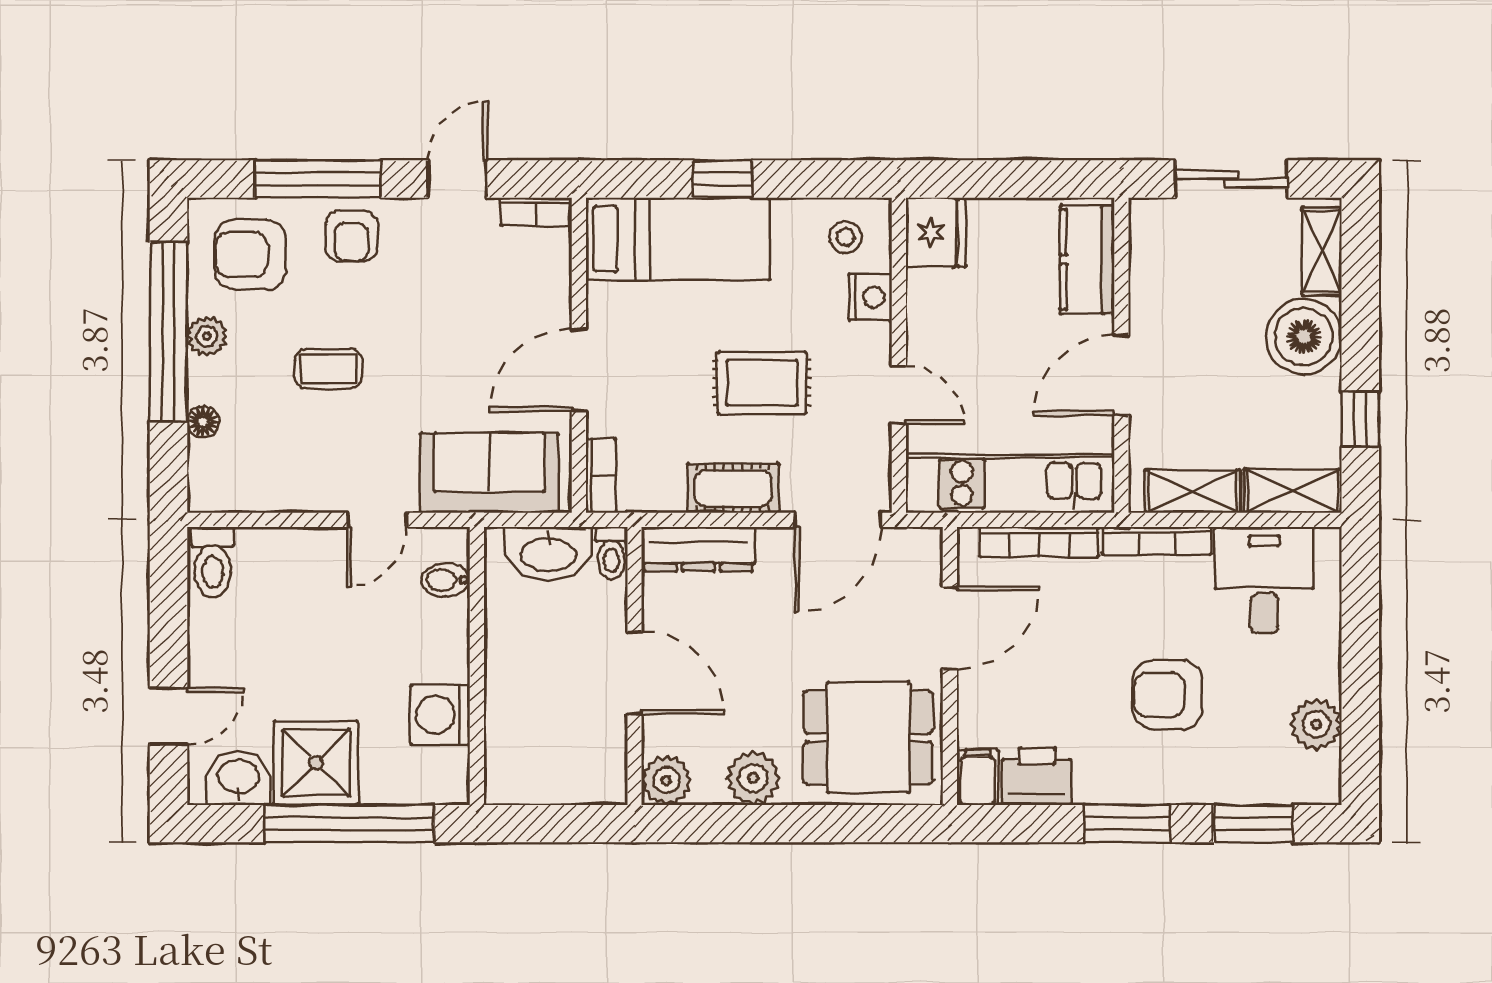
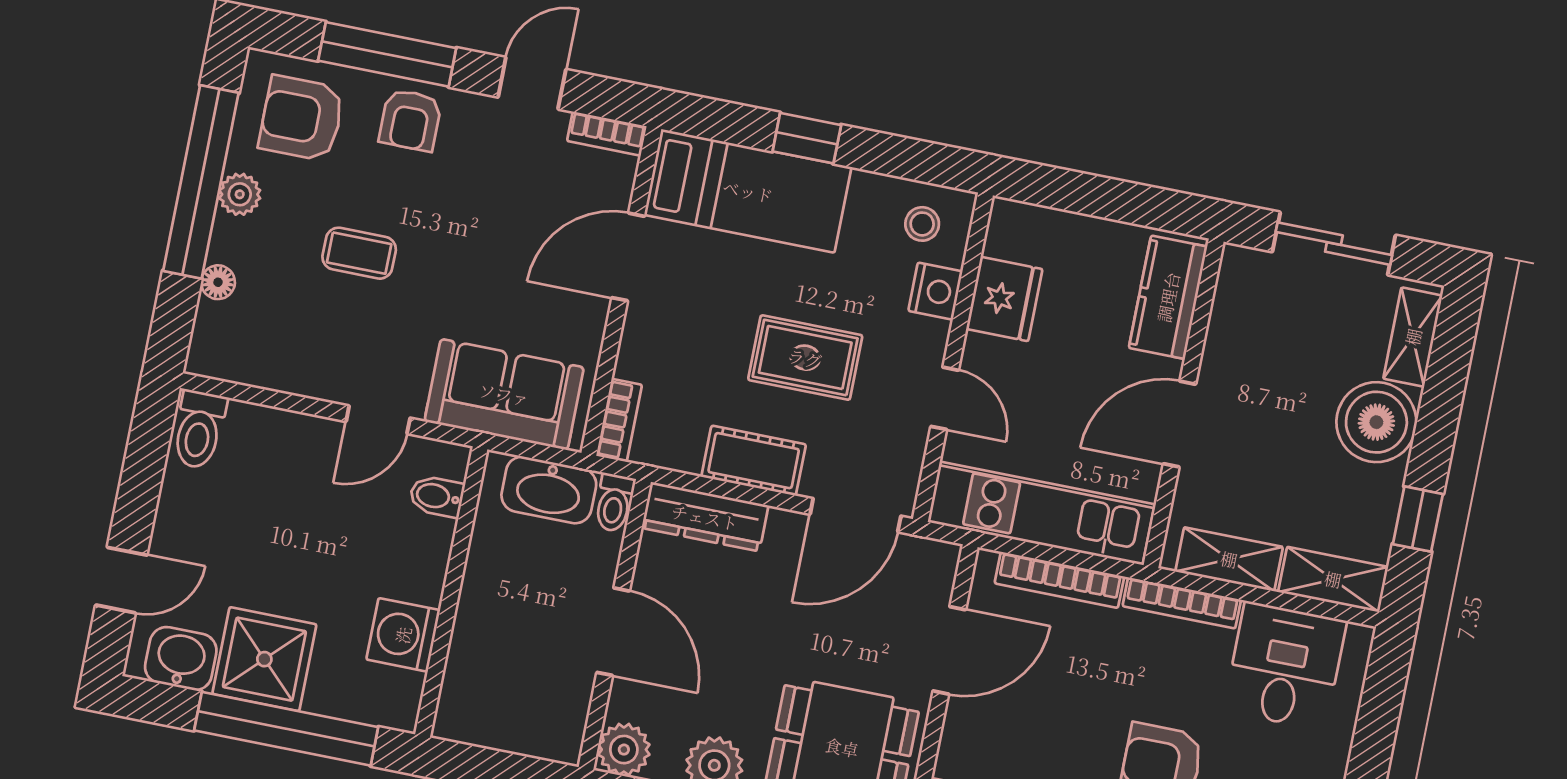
fridge: (936, 232) -> (1004, 299), moved
door: (579, 370) -> (628, 257), moved

